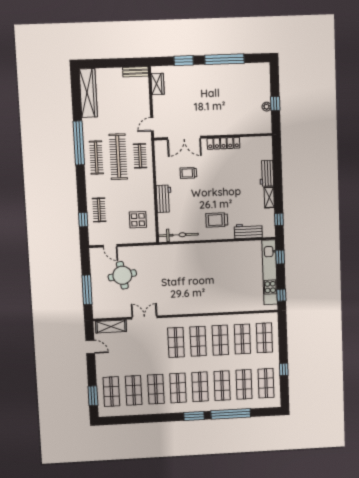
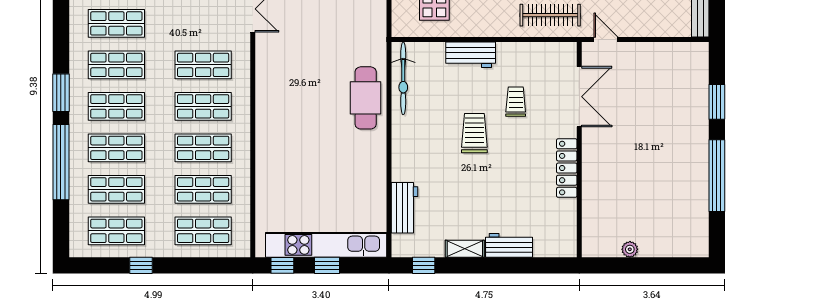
wardrobe: (158, 84) -> (677, 53), removed
window: (275, 104) -> (635, 265), removed
double door: (184, 138) -> (579, 97), swing flipped
clothes rail: (140, 156) -> (550, 15), width x1.36
trolley: (217, 220) -> (474, 133), moved
cafe table: (190, 255) -> (366, 98), added
window: (280, 257) -> (327, 265), moved

